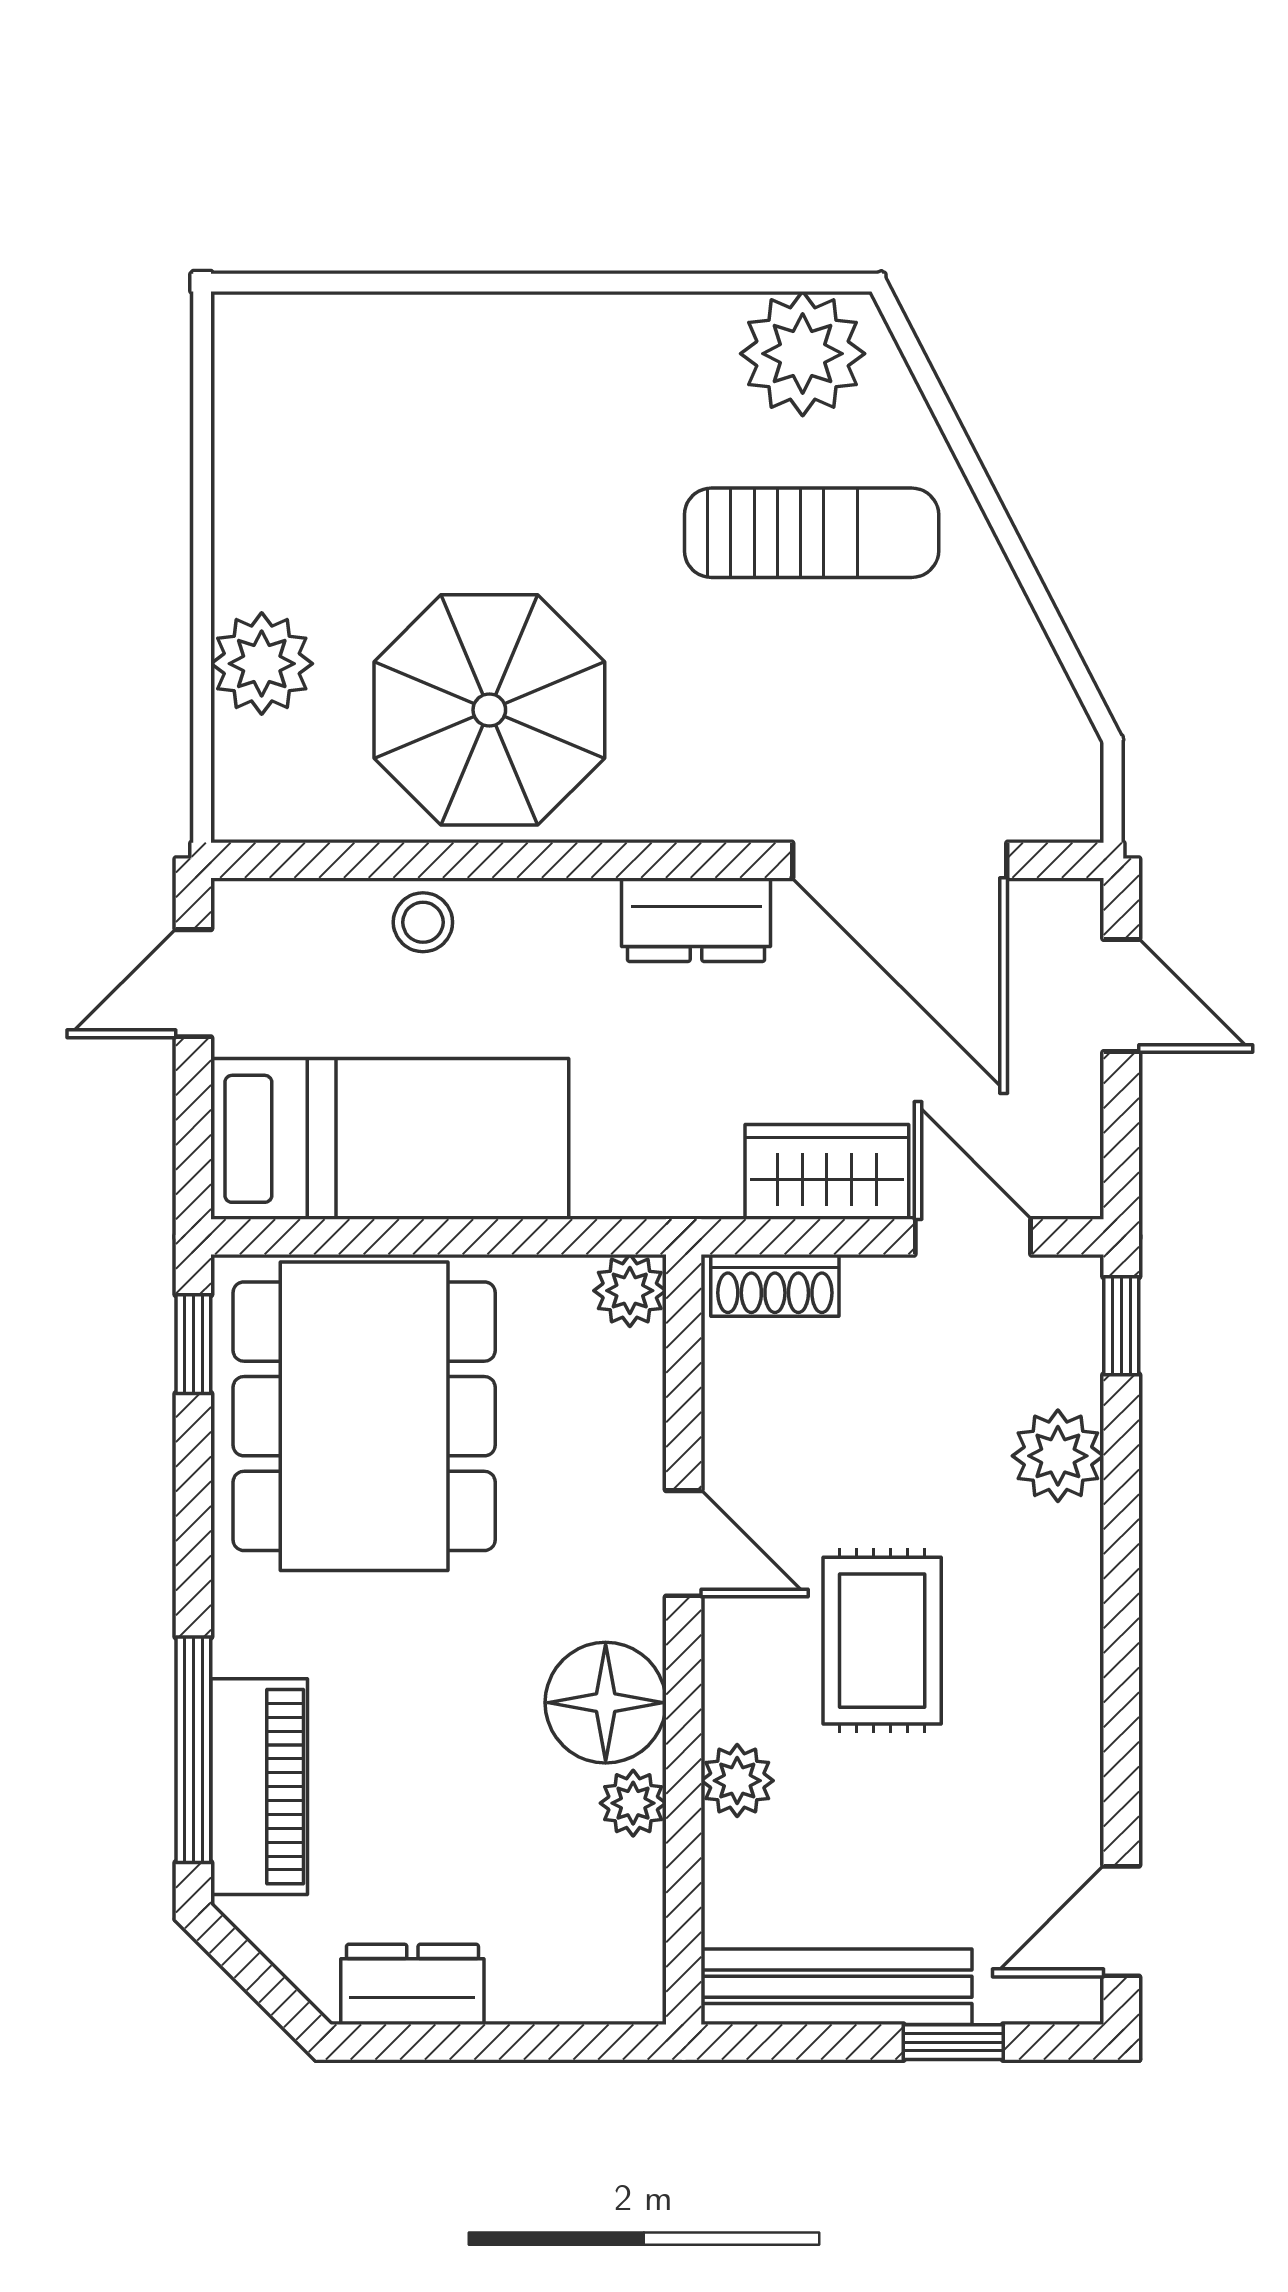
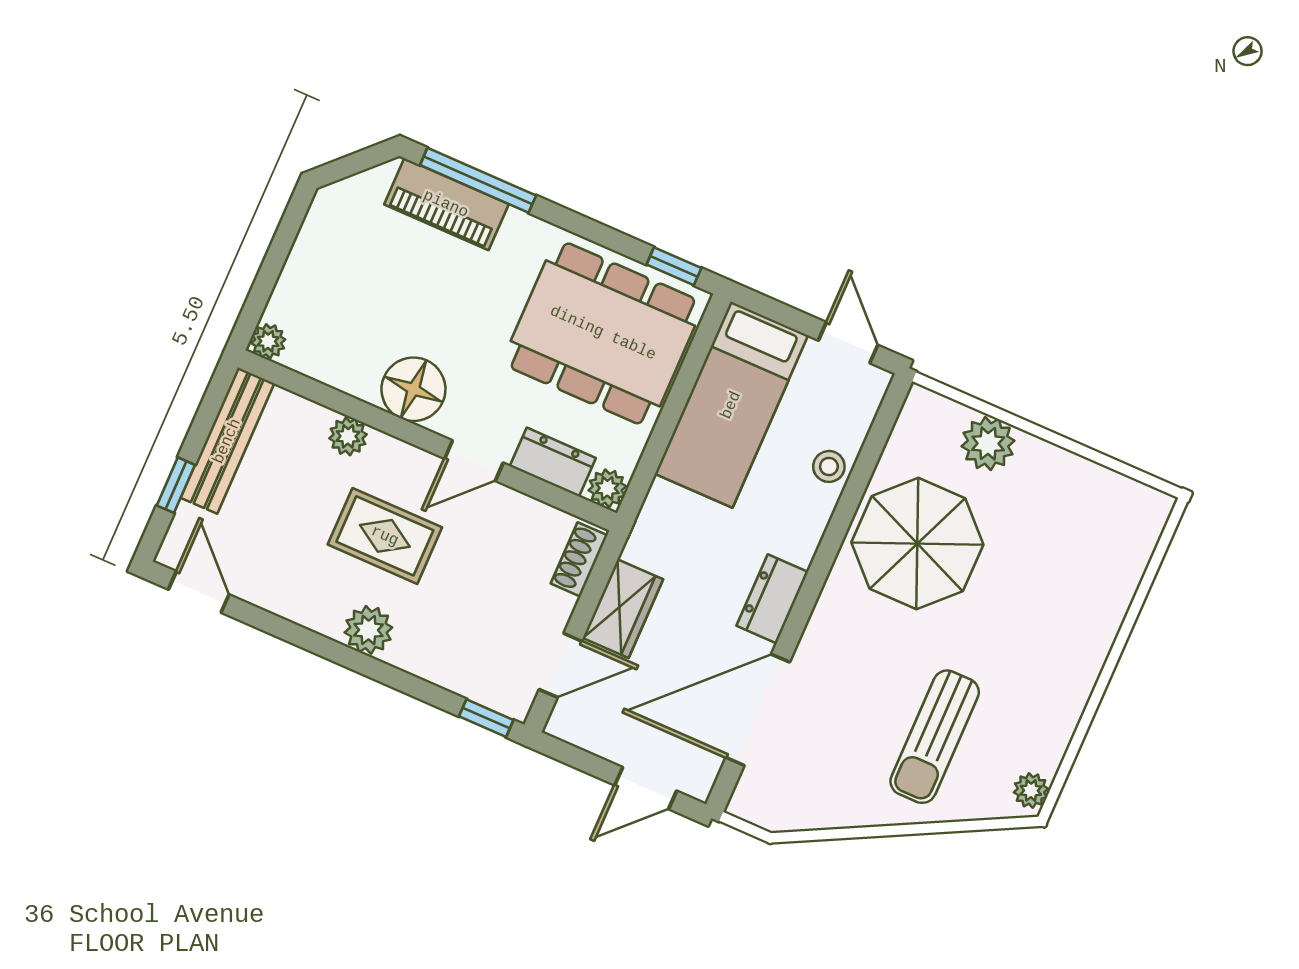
plant: (803, 354) -> (1031, 790), width x0.53, depth x0.53
plant: (1058, 1456) -> (368, 630), moved
plant: (633, 1803) -> (268, 341), moved
dresser: (412, 1984) -> (553, 462), moved, turned -90

